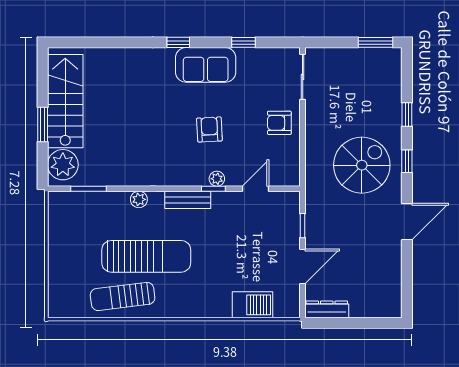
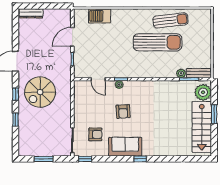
window: (244, 42) -> (85, 159), moved
window: (375, 42) -> (44, 159), moved
armchair: (279, 123) -> (95, 134), moved
door: (255, 189) -> (98, 79), hinge flipped
plant: (139, 199) -> (181, 73), moved
bench: (188, 200) -> (199, 73), moved
sun lounger: (146, 256) -> (158, 42), turned 180
dresser: (327, 309) -> (31, 13), moved

